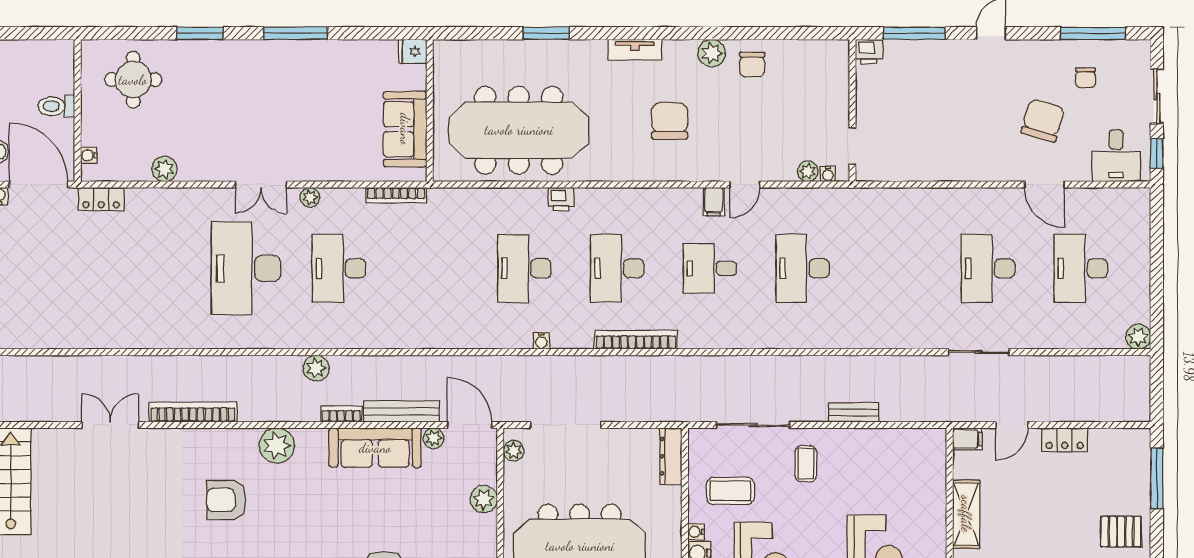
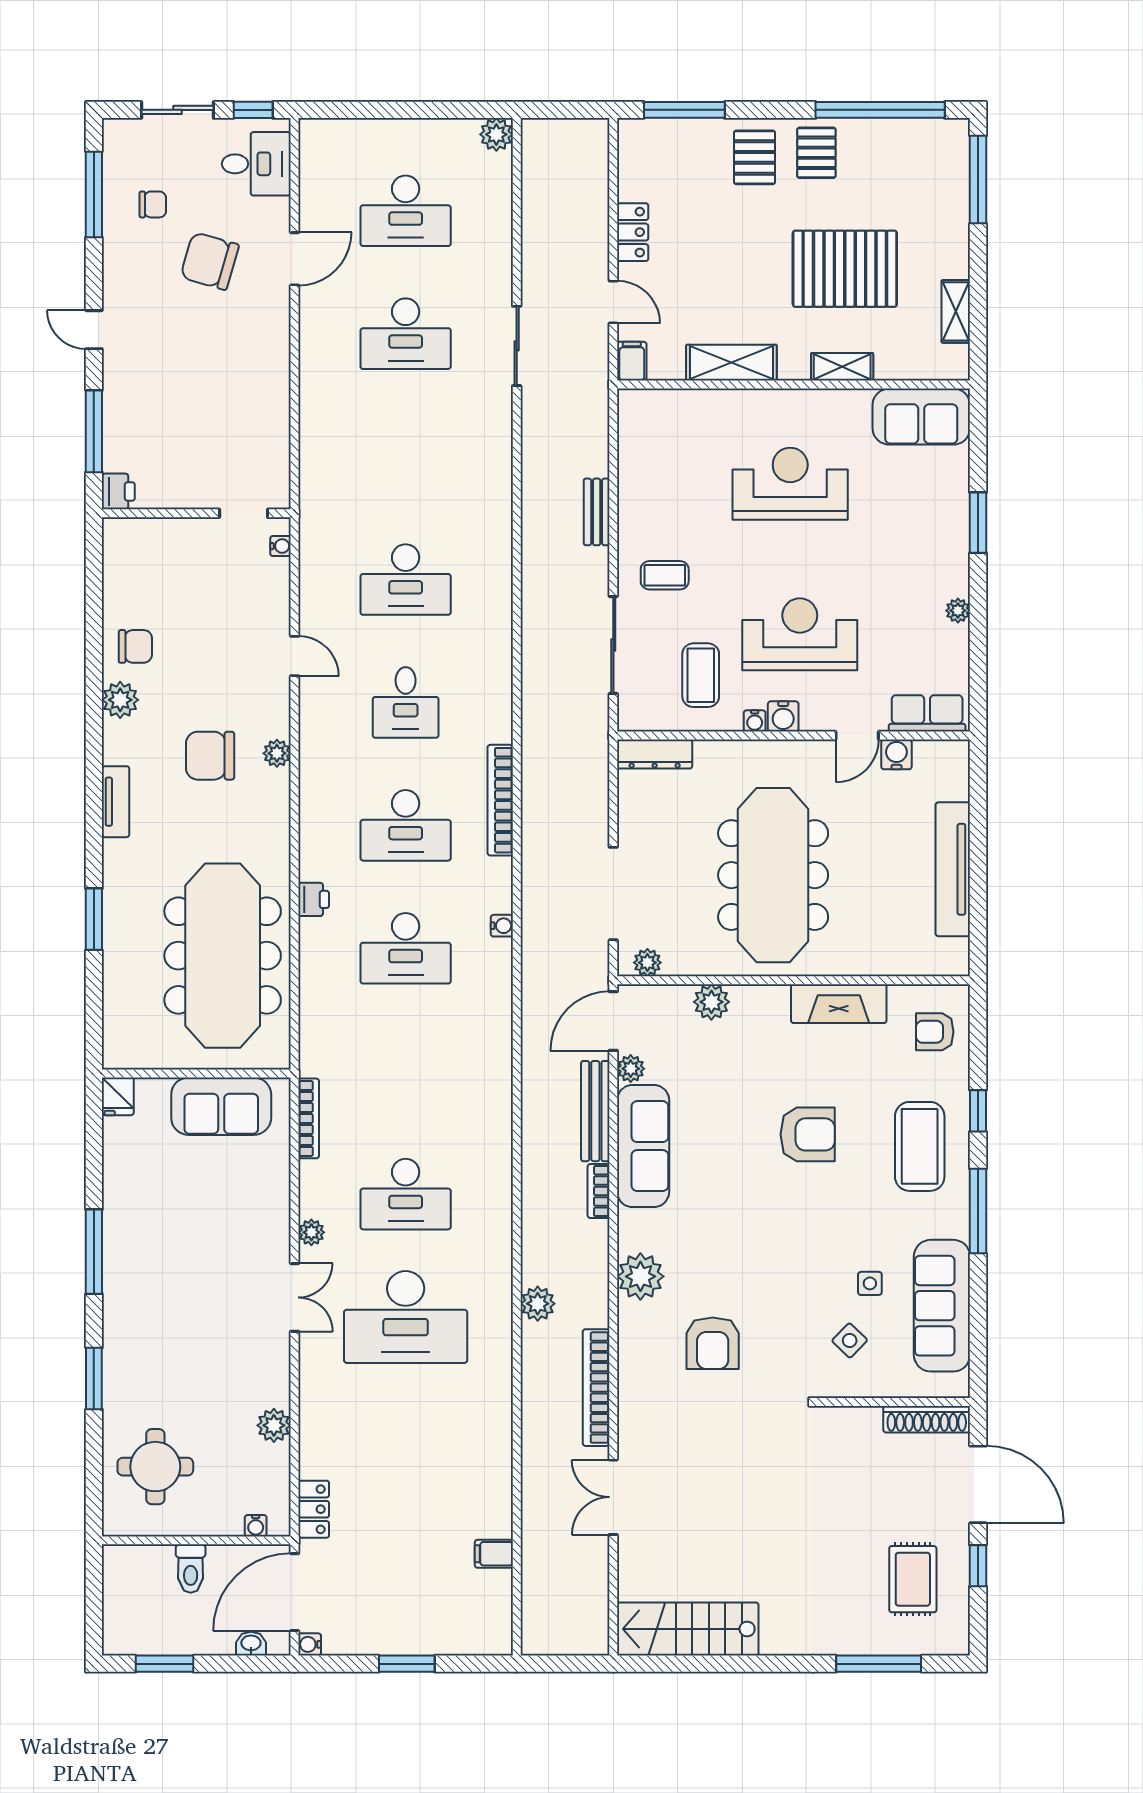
plant: (808, 171) -> (277, 753), moved
filing cabinet: (714, 202) -> (494, 1554), moved, turned 180
plant: (316, 368) -> (538, 1304), moved

